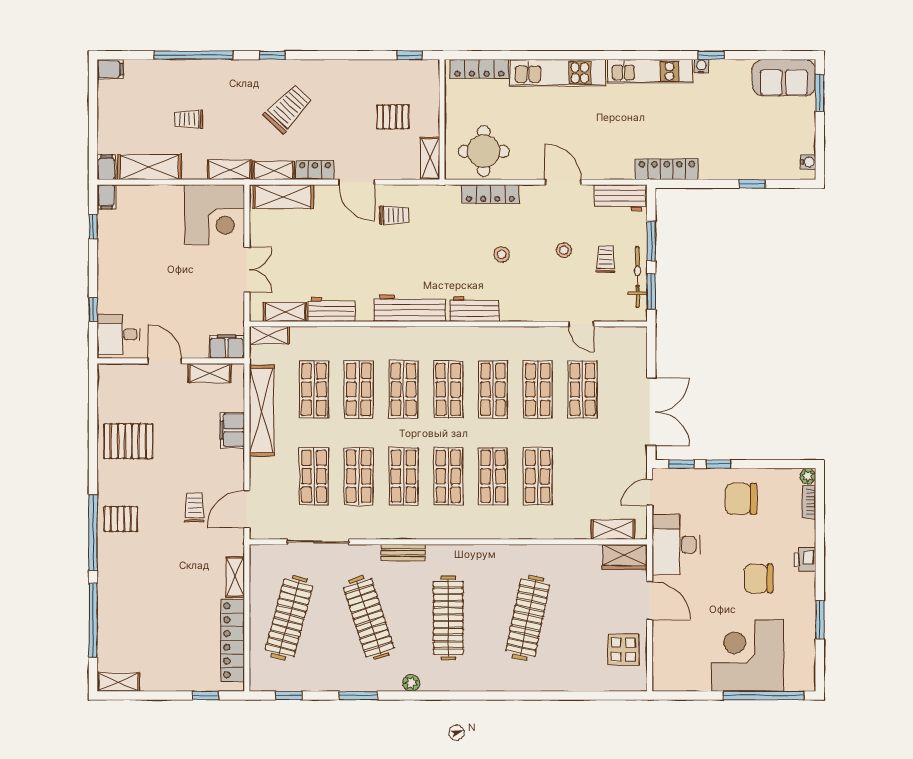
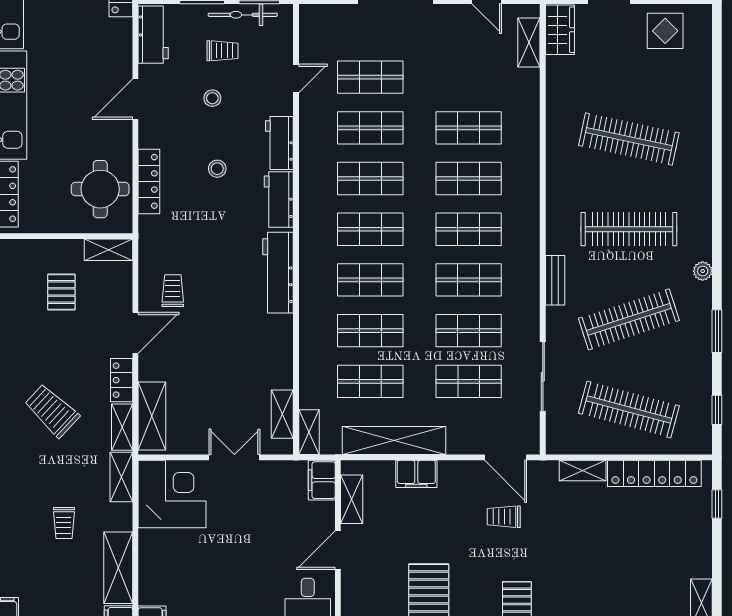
trolley: (606, 259) -> (222, 51), turned 180
workbench: (331, 309) -> (279, 143), moved

